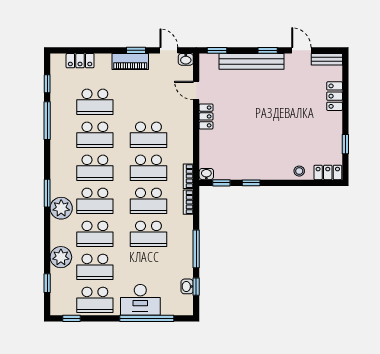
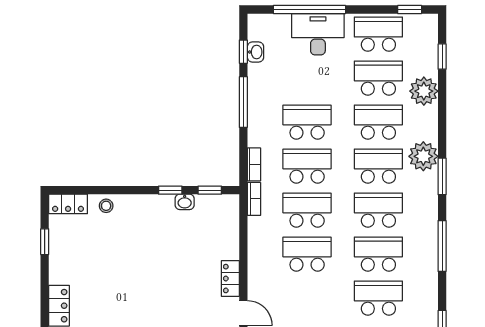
window: (47, 121) -> (442, 246), moved
washbasin: (206, 174) -> (185, 202), moved

